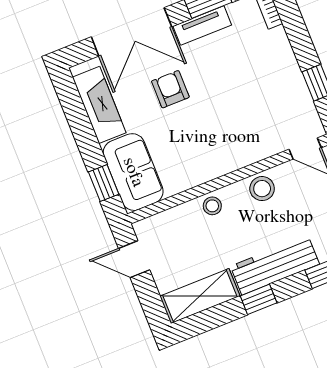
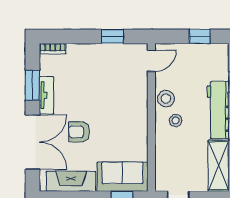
stool: (212, 206) -> (176, 120), moved

